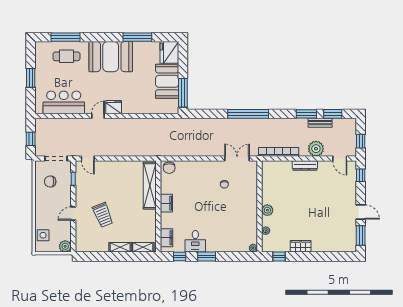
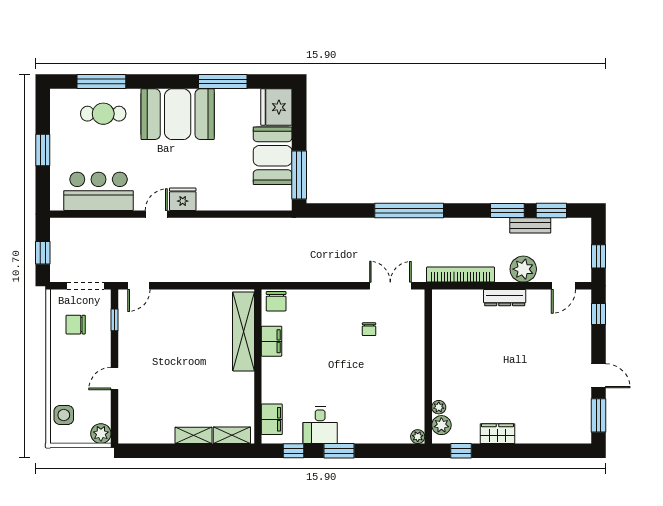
door: (88, 159) -> (139, 286), hinge flipped
door: (340, 159) -> (563, 286), hinge flipped
filing cabinet: (166, 203) -> (272, 341), moved
plant: (267, 210) -> (441, 425), moved
trolley: (103, 215) -> (164, 381), removed

